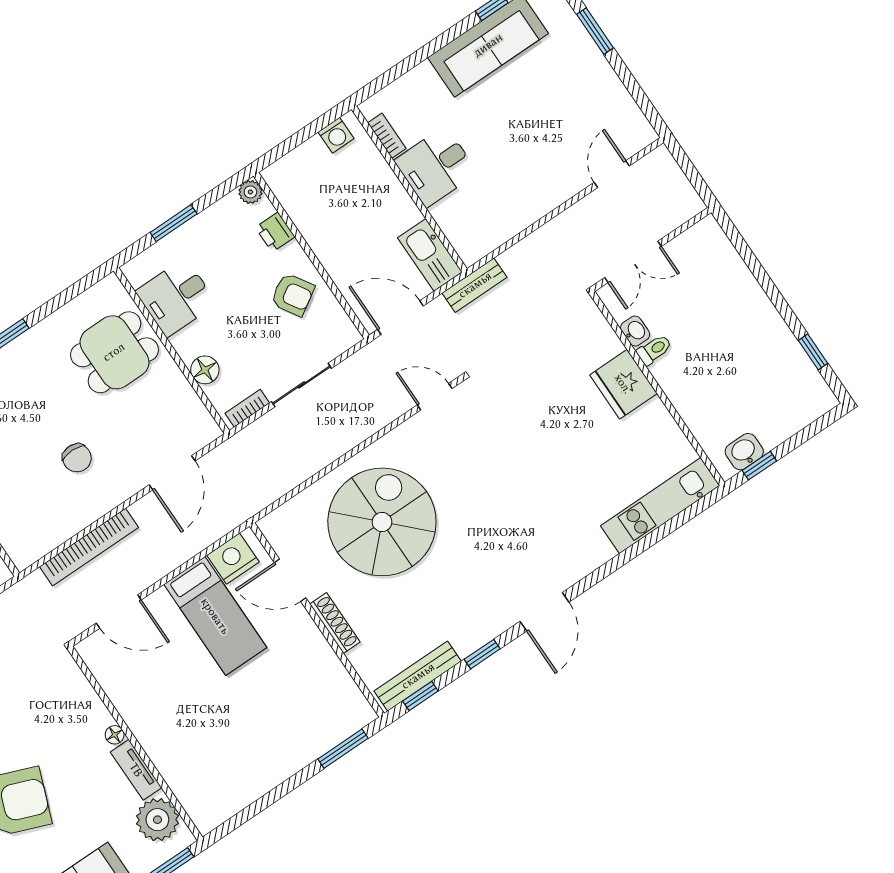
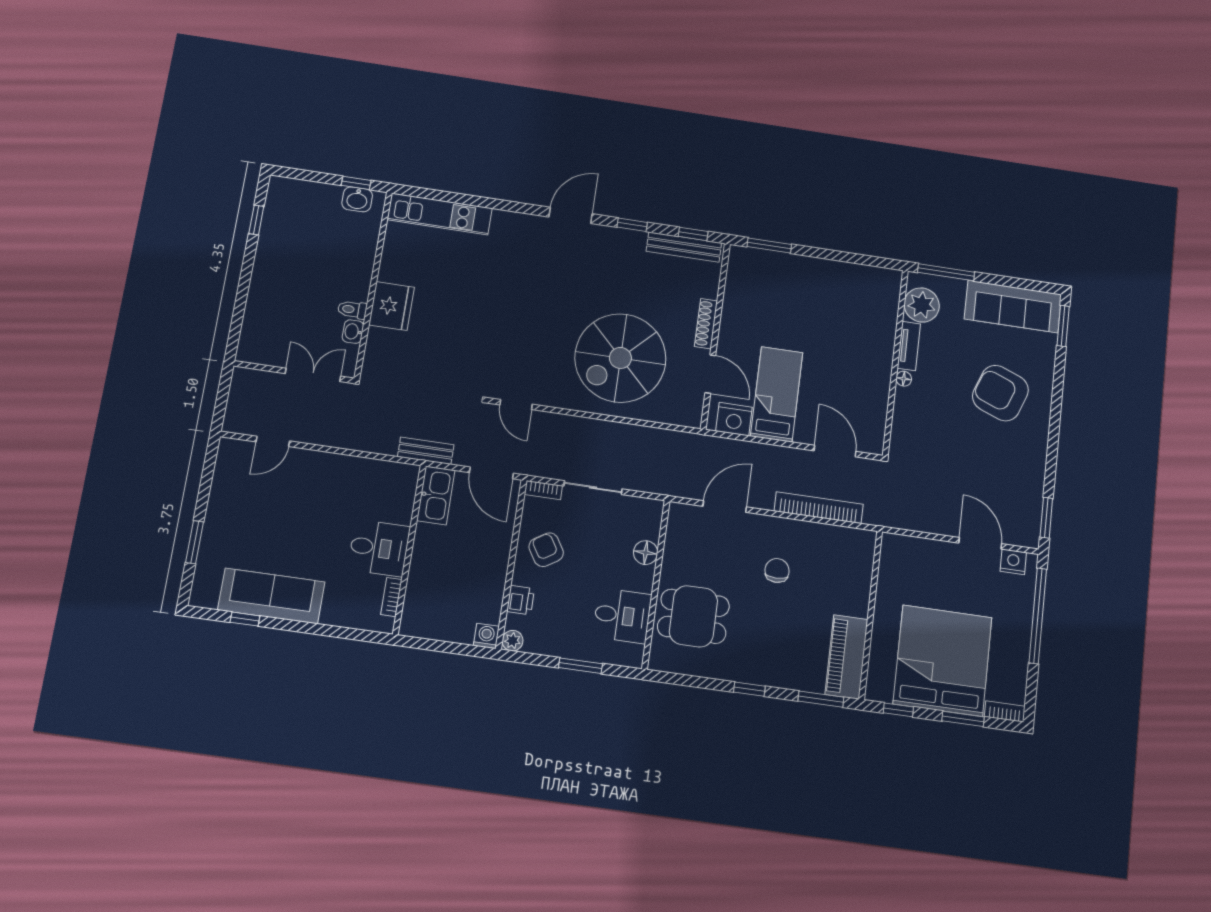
washing machine: (336, 135) -> (486, 636), moved
bookcase: (247, 408) -> (543, 490), moved

